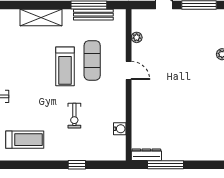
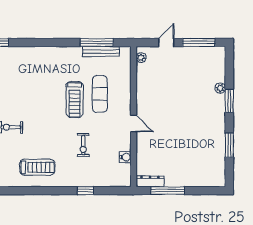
shelving: (41, 18) -> (52, 54), removed
plant: (137, 37) -> (141, 57), moved
door: (129, 70) -> (134, 124), moved

